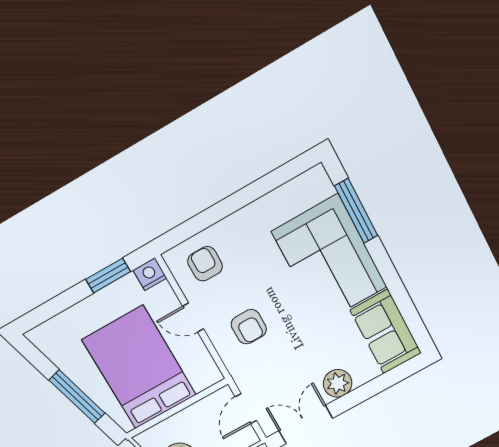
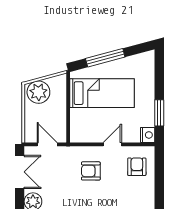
armchair: (205, 264) -> (137, 167), turned -90
bed: (139, 367) -> (102, 93), width x0.67

